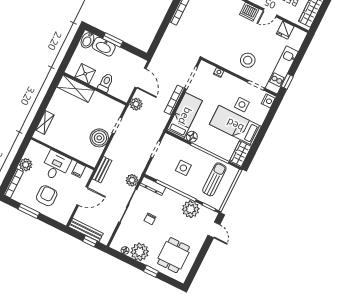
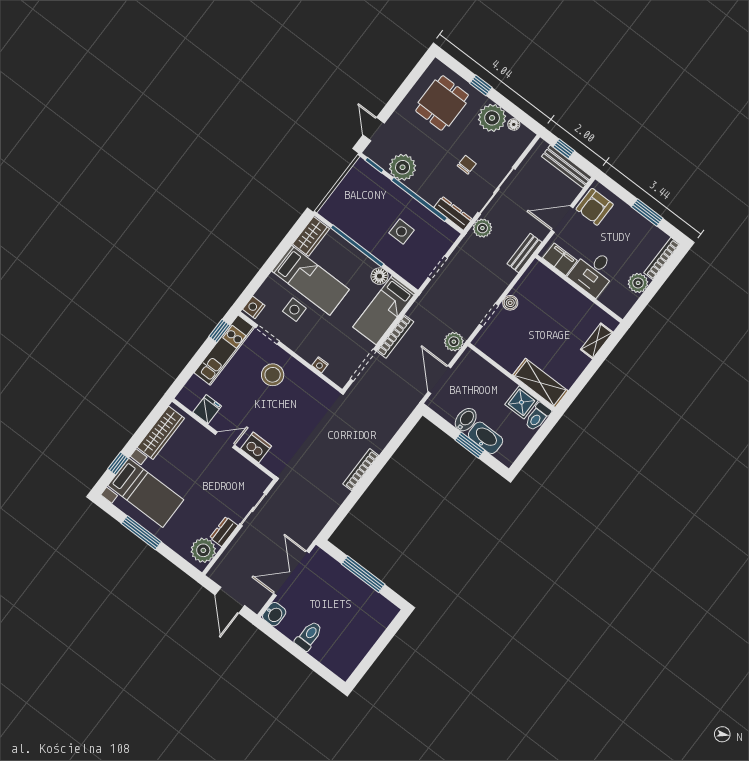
bidet: (87, 40) -> (466, 420), moved
toilet: (106, 83) -> (538, 417), moved
boiler: (99, 138) -> (510, 303), width x0.54, depth x0.54
filing cabinet: (79, 170) -> (560, 259), width x2.00
sun lounger: (214, 179) -> (358, 205), removed
armchair: (47, 196) -> (595, 207), moved

